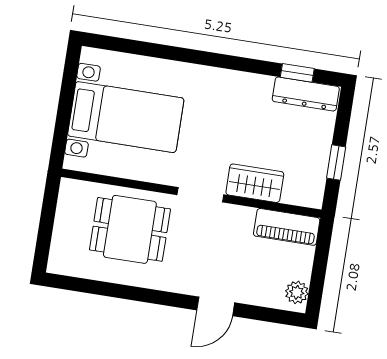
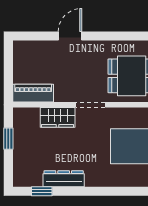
dresser: (306, 94) -> (64, 179), moved
plant: (297, 292) -> (20, 53), removed

